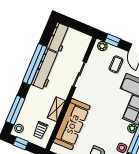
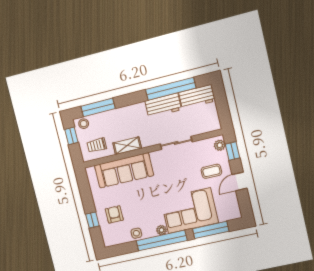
window: (35, 64) -> (171, 89), moved
workbench: (45, 69) -> (163, 105), width x0.73

